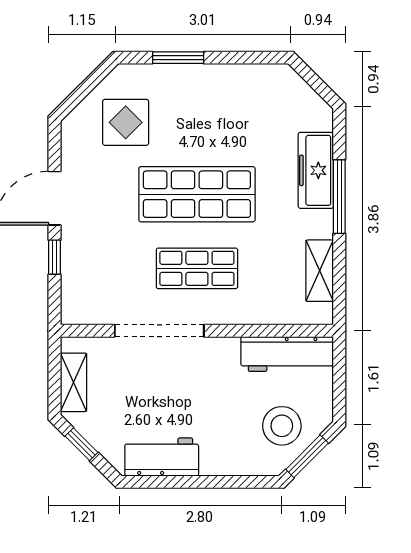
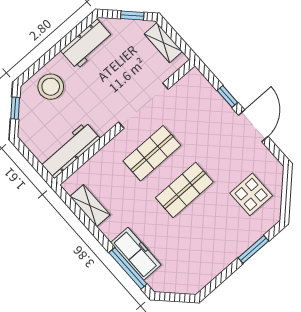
shop shelf: (197, 194) -> (184, 190), width x0.70, depth x0.74
window: (339, 197) -> (128, 268), moved
stool: (282, 426) -> (51, 87), moved
window: (307, 456) -> (15, 108), width x0.67

